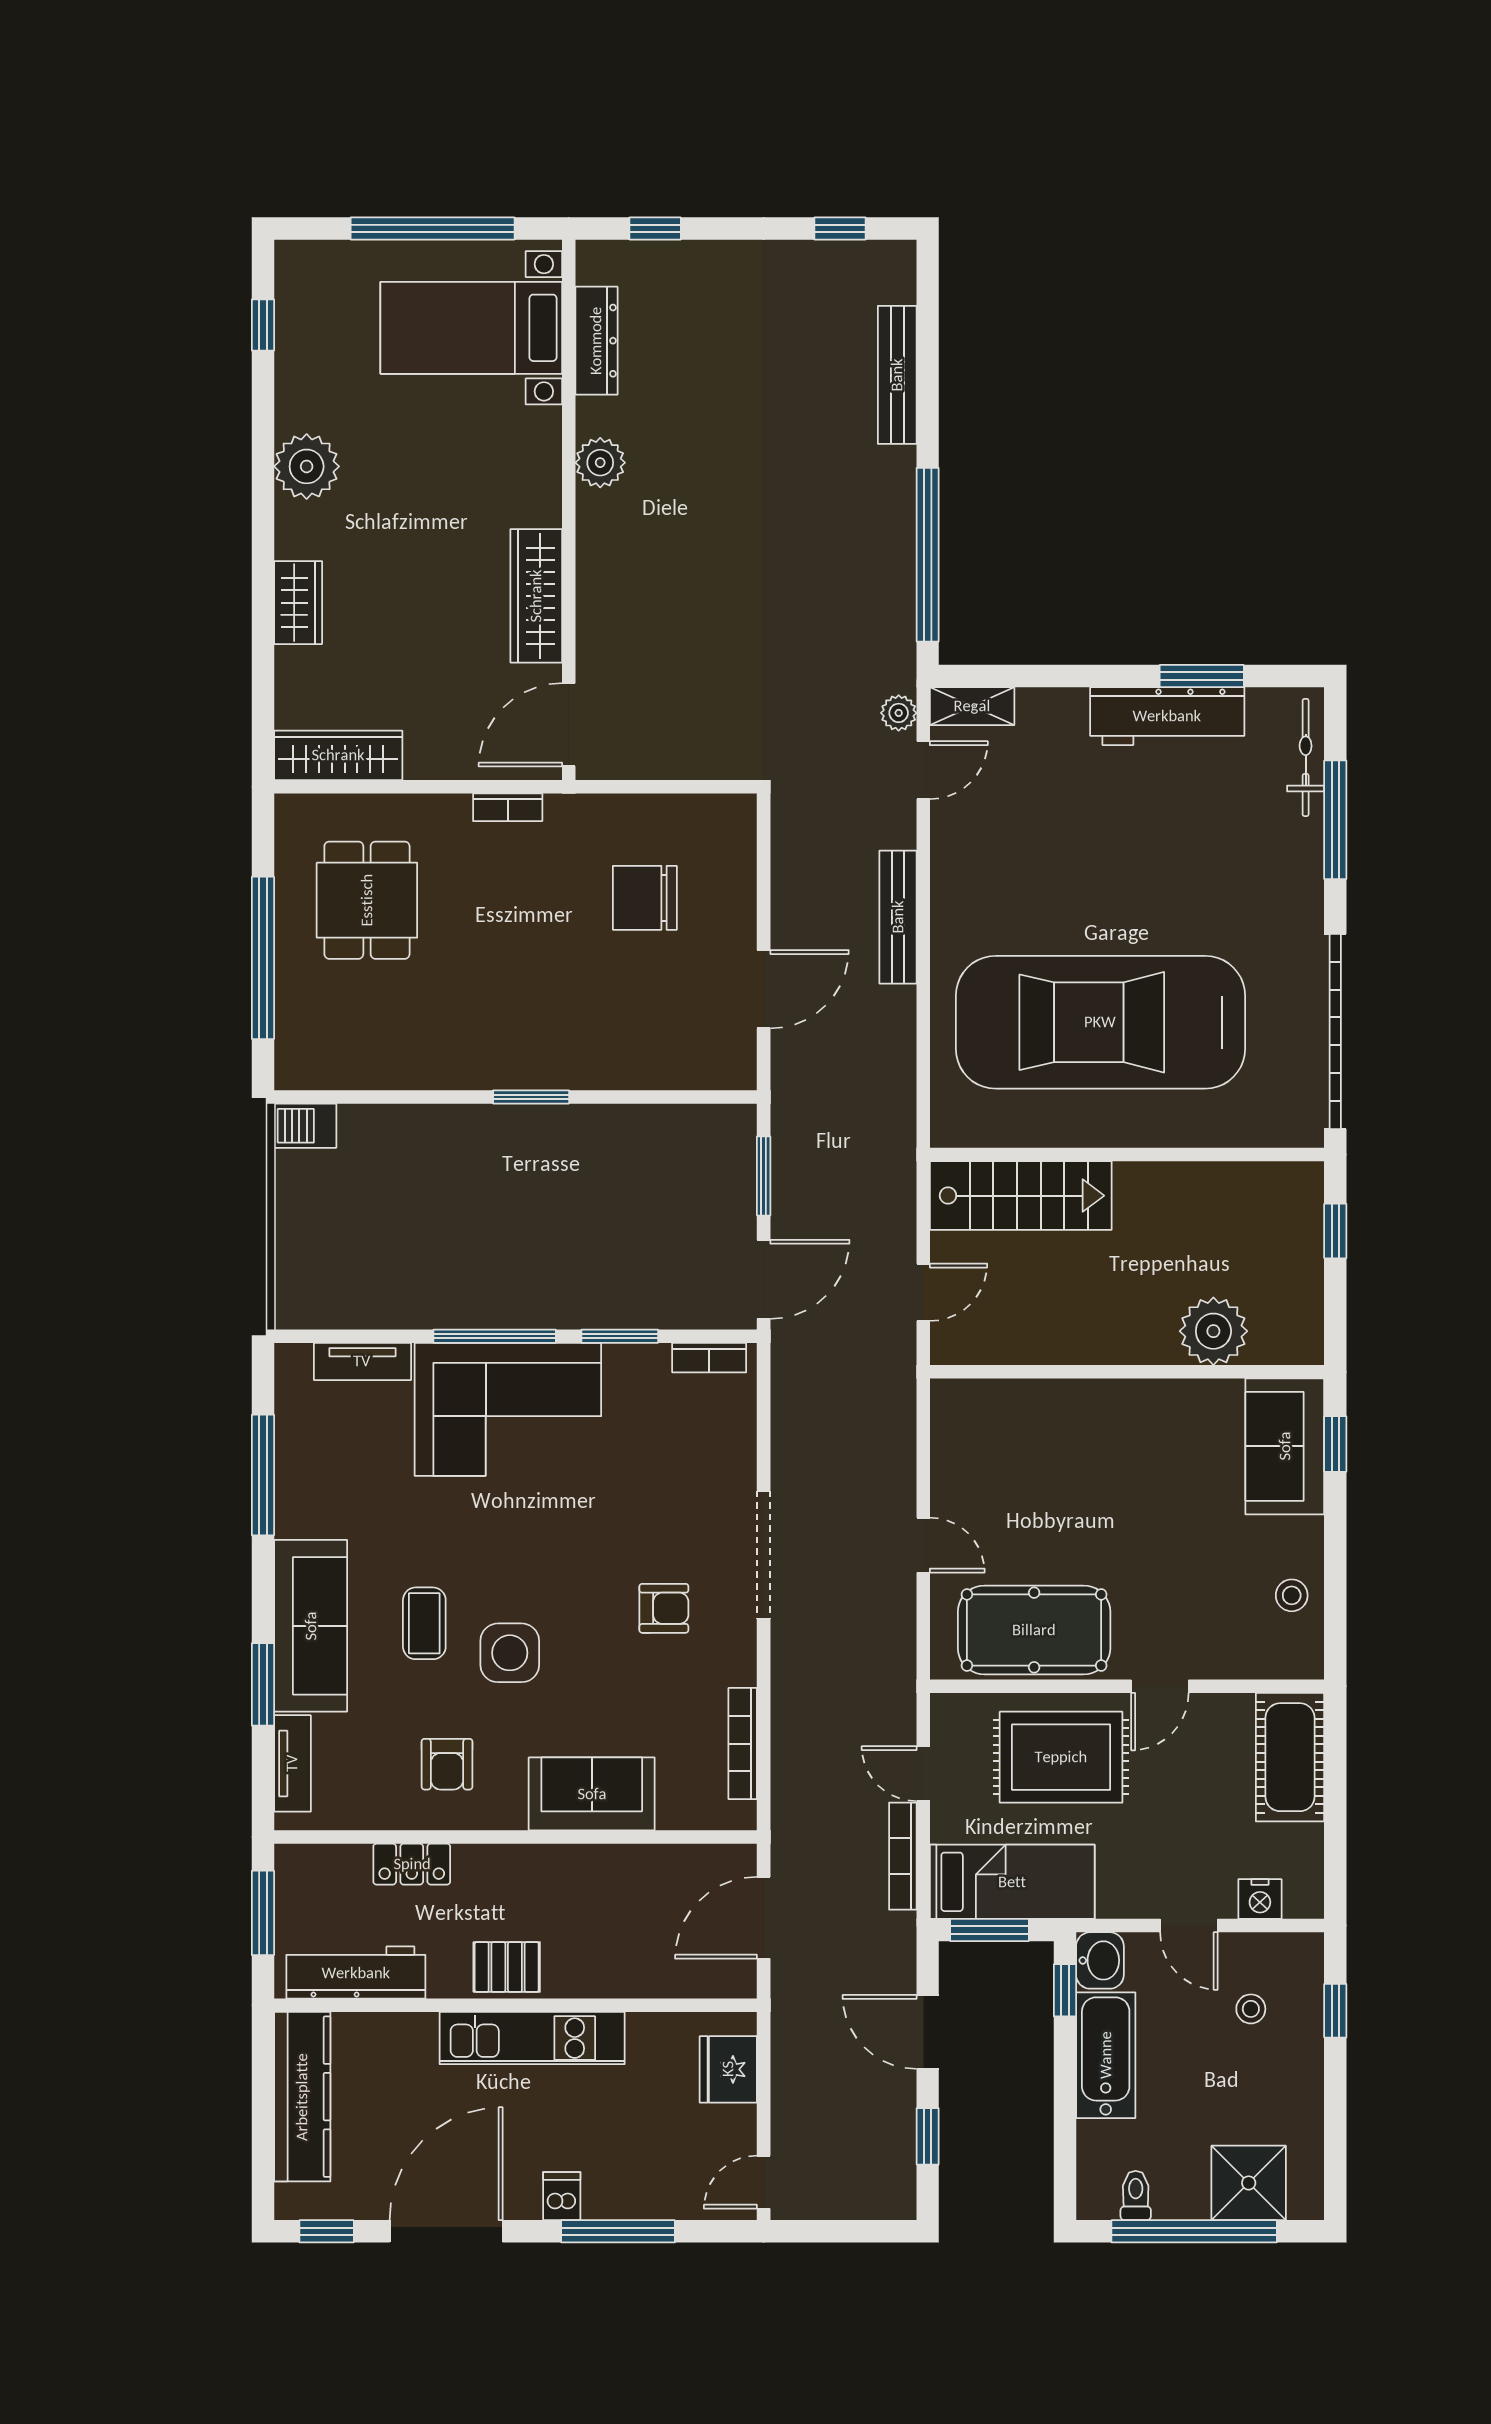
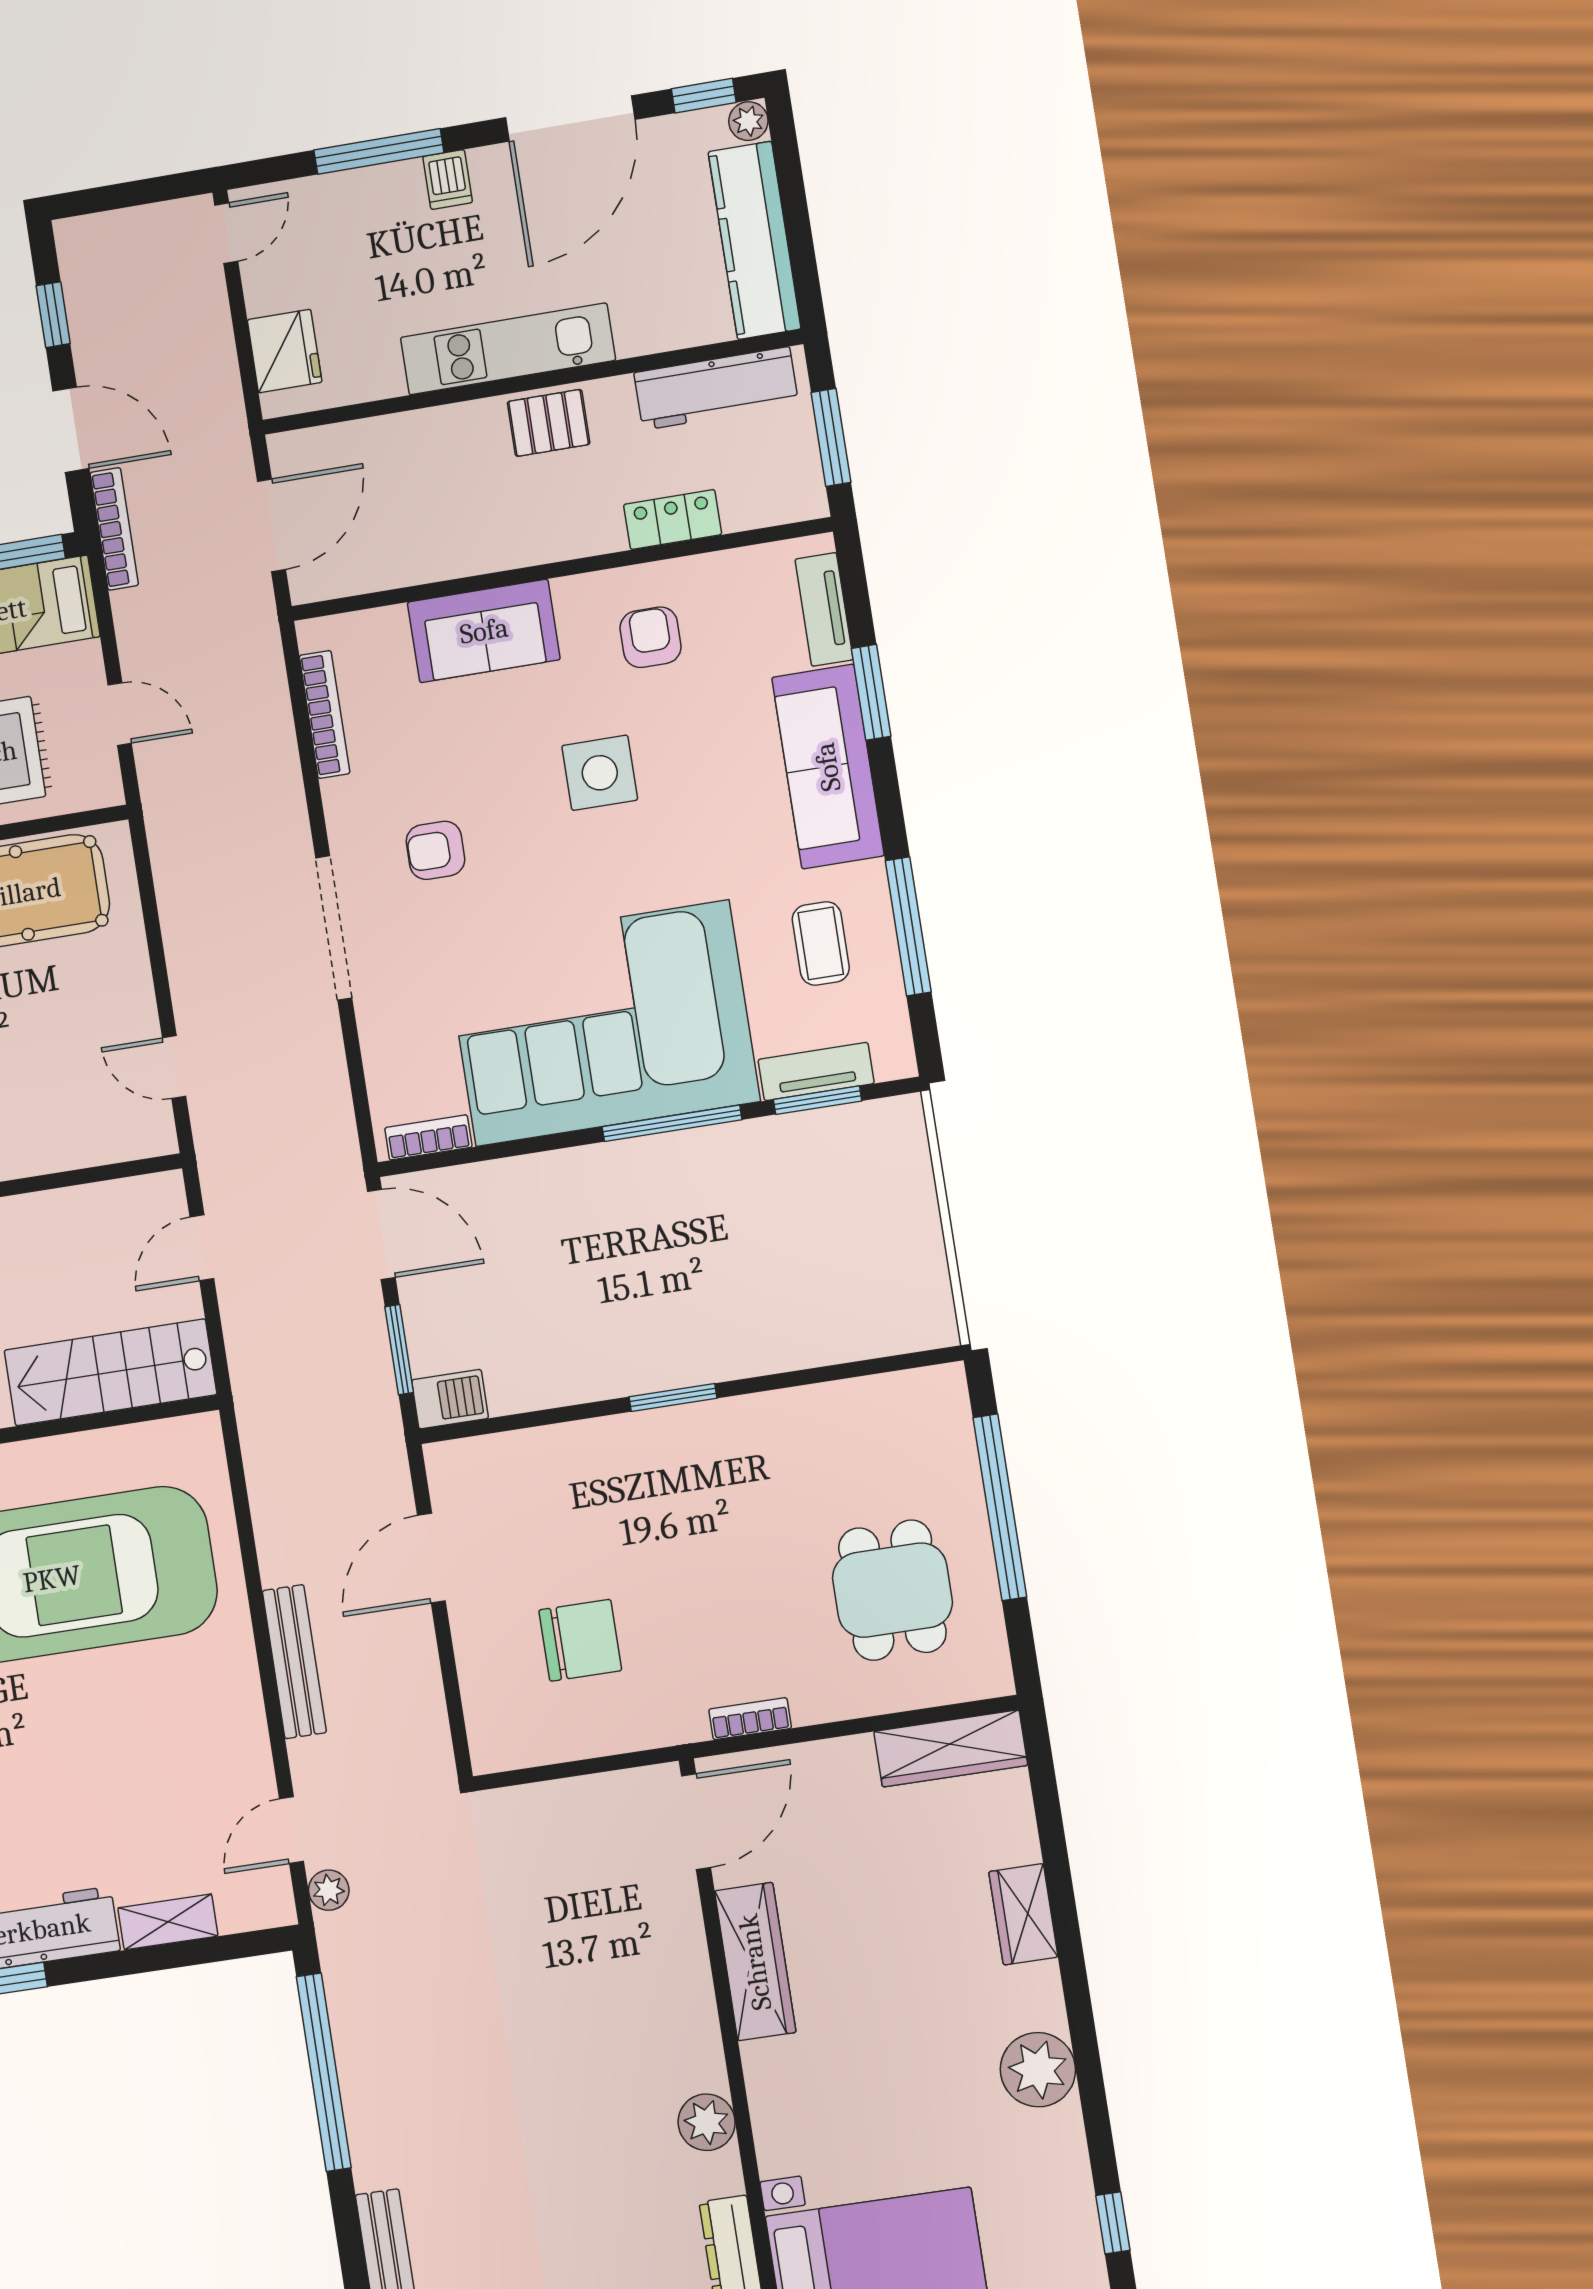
shelving: (972, 706) -> (168, 1922), moved
barbecue: (305, 1126) -> (450, 1399), moved
door: (764, 1279) -> (381, 1234), swing flipped
window: (620, 1336) -> (817, 1100), moved
corner sofa: (508, 1409) -> (602, 1023), width x1.36, depth x1.36
door: (923, 1545) -> (174, 1067), moved
coffee table: (424, 1623) -> (821, 943), moved
bookcase: (903, 1856) -> (114, 529), moved
plant: (291, 2202) -> (748, 121), added

